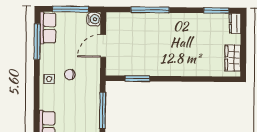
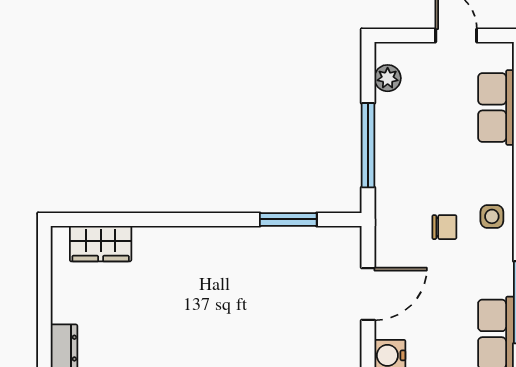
wardrobe: (233, 58) -> (101, 244), moved, turned 90

